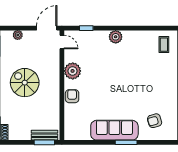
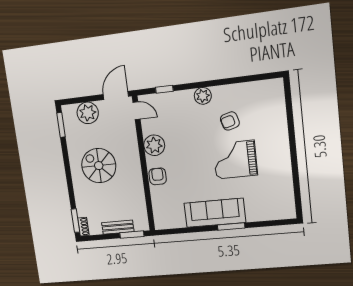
plant: (18, 35) -> (88, 113), width x1.88, depth x1.88
coffee table: (164, 45) -> (267, 98), removed
grand piano: (135, 89) -> (235, 160), added
armchair: (155, 121) -> (230, 121), moved
bench: (45, 135) -> (118, 227), moved

